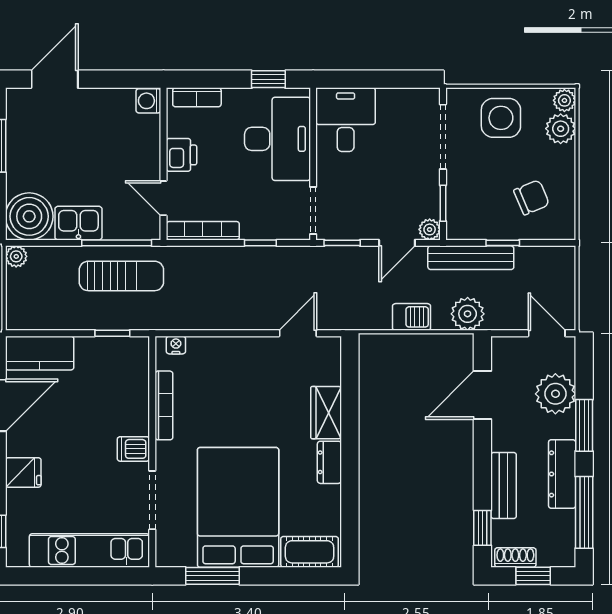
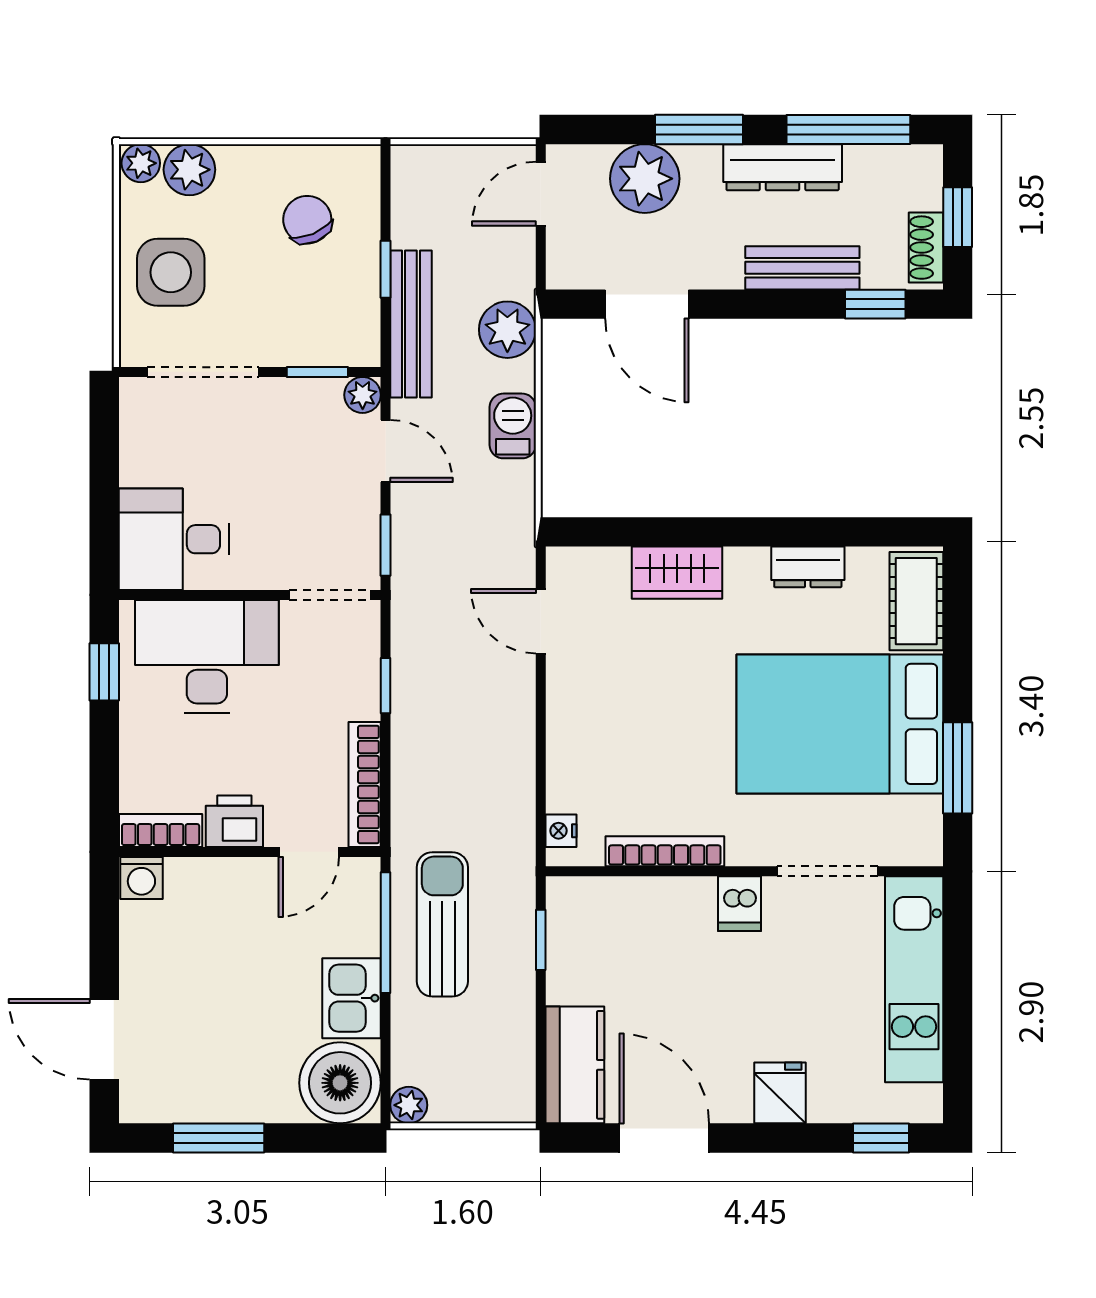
bookcase: (197, 97) -> (161, 831), moved, turned -90
dresser: (329, 462) -> (808, 567), moved

